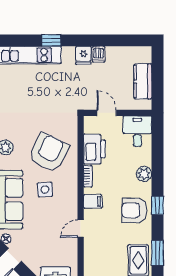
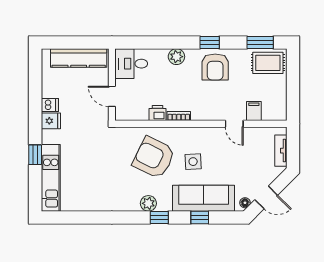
kitchen counter: (143, 81) -> (79, 58), width x1.50
door: (107, 113) -> (112, 96), hinge flipped
printer: (94, 149) -> (158, 113), width x0.53, depth x0.68
filing cabinet: (93, 201) -> (254, 111), moved

